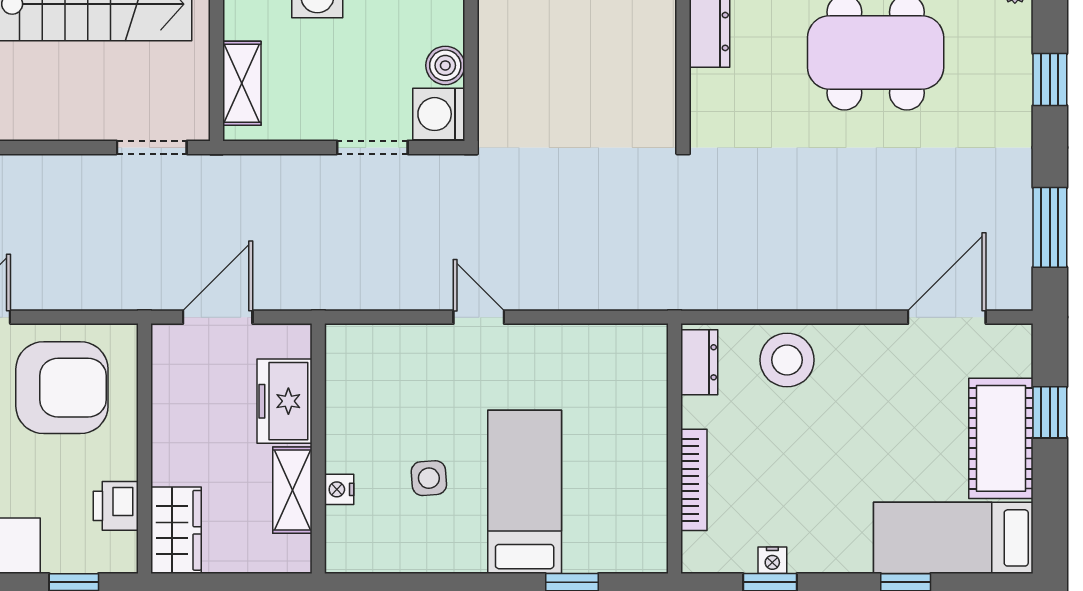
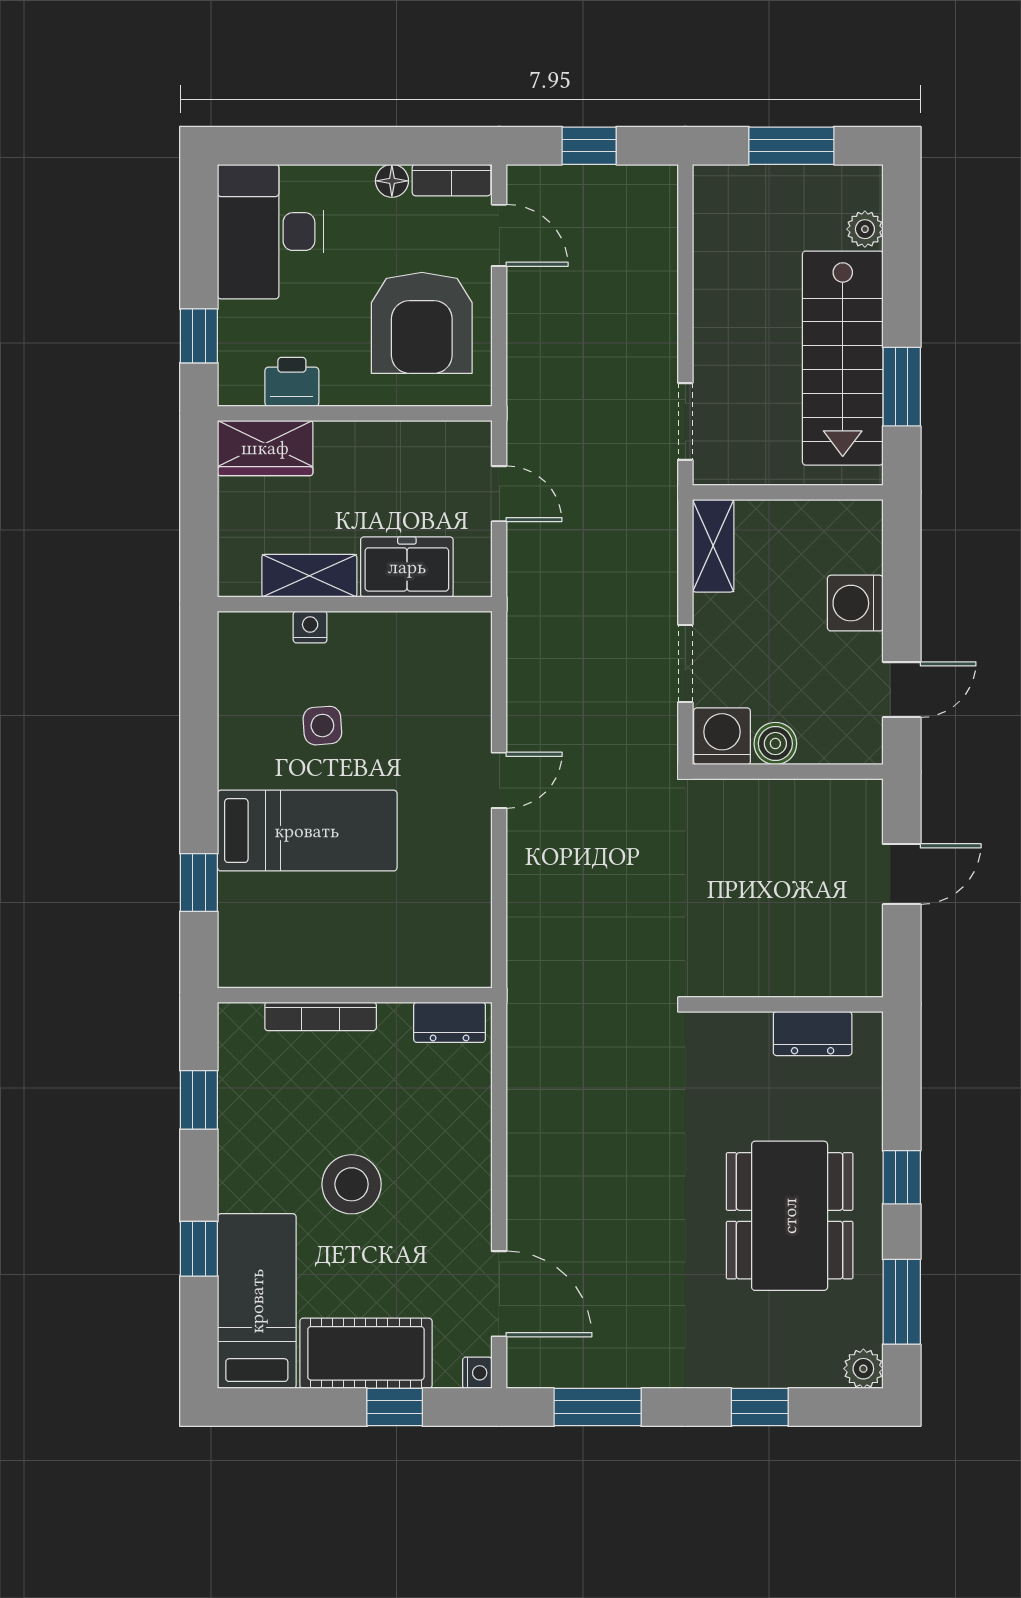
shelving: (242, 83) -> (713, 546), moved, turned 90
door: (218, 317) -> (499, 494), width x0.73
stool: (787, 360) -> (352, 1184), moved
nightstand: (772, 560) -> (477, 1373), moved, turned 180

